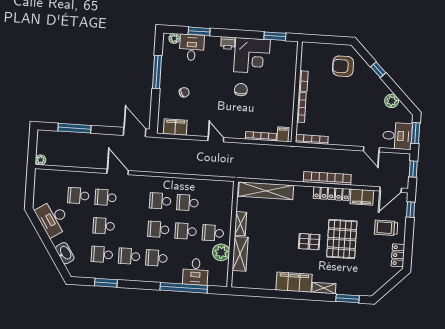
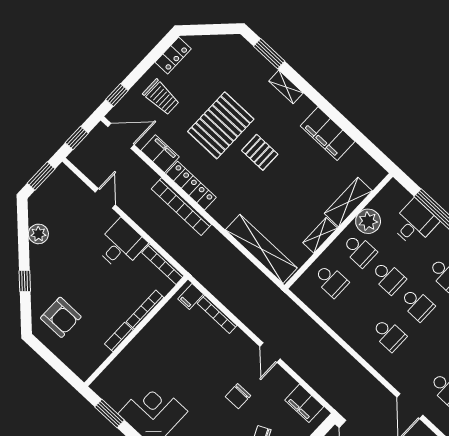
chair: (241, 90) -> (238, 396), moved
desk: (397, 136) -> (121, 245), moved, turned 90
school desk: (188, 203) -> (331, 281), moved
filing cabinet: (294, 282) -> (328, 134), moved

